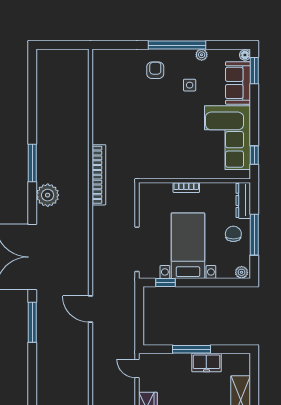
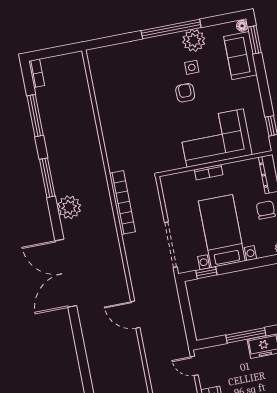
plant: (202, 55) -> (194, 40), width x1.88, depth x1.88
bookcase: (41, 62) -> (37, 73), added
armchair: (155, 70) -> (185, 93), moved
corner sofa: (227, 138) -> (215, 138), moved, turned 90
bookcase: (99, 175) -> (122, 203), moved
window: (32, 322) -> (35, 116), moved

